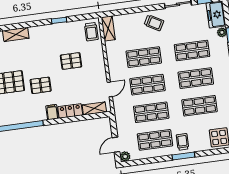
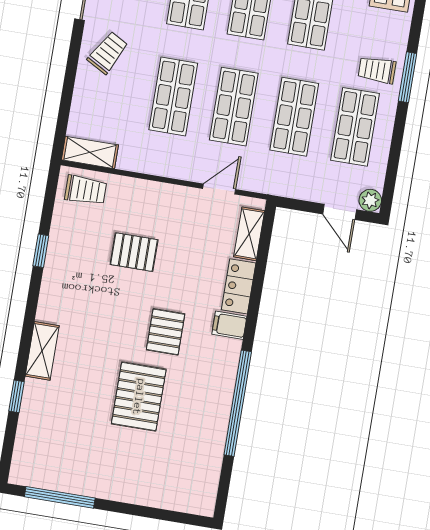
pallet: (71, 61) -> (134, 252), turned 90
door: (110, 89) -> (219, 189), hinge flipped

